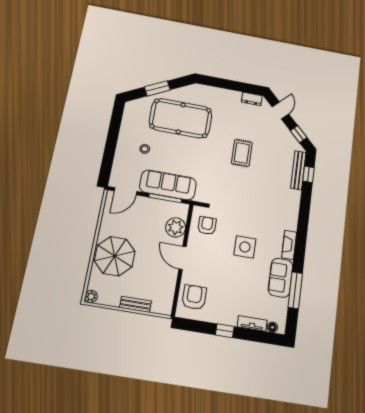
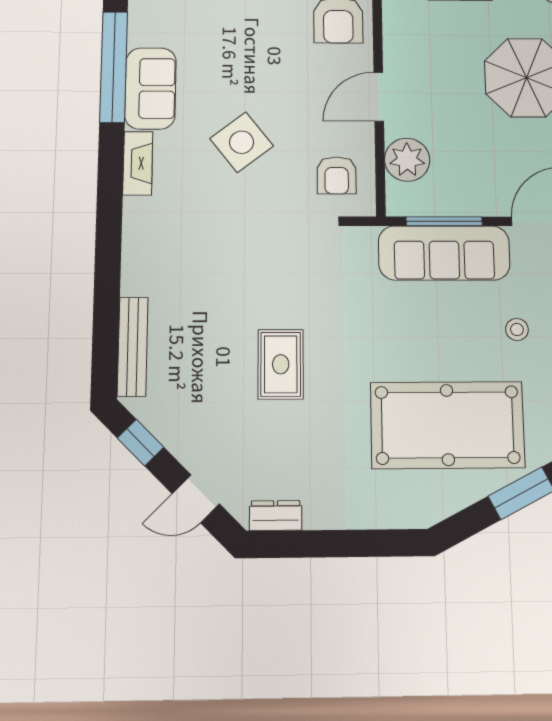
door: (280, 110) -> (196, 499), hinge flipped
window: (308, 174) -> (106, 341), removed
side table: (245, 247) -> (242, 142), turned -38
door: (183, 258) -> (379, 97), swing flipped
window: (295, 290) -> (114, 67), width x1.46

